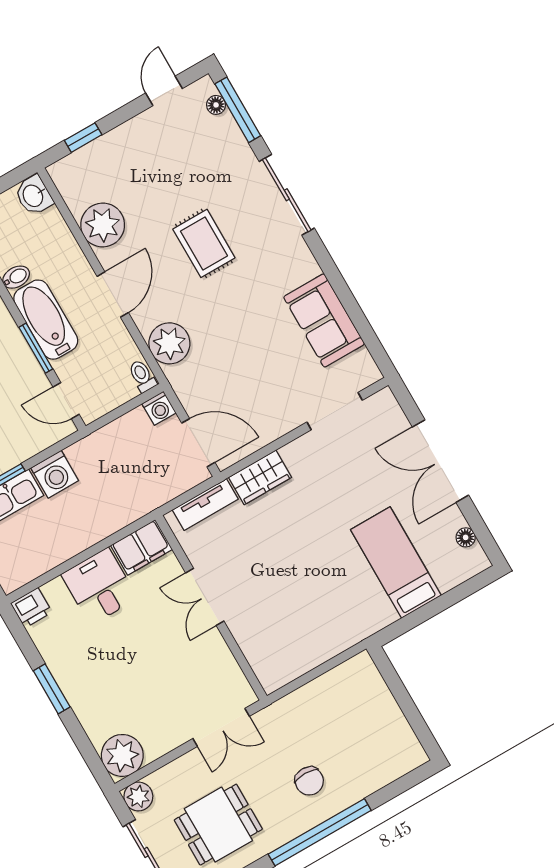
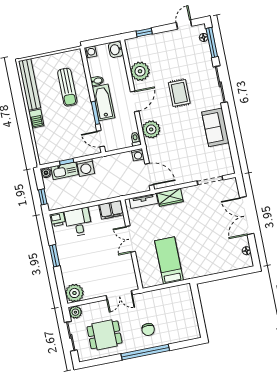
sofa: (324, 320) -> (215, 127), moved
bed: (396, 563) -> (169, 260), moved
desk: (99, 586) -> (78, 222), moved

